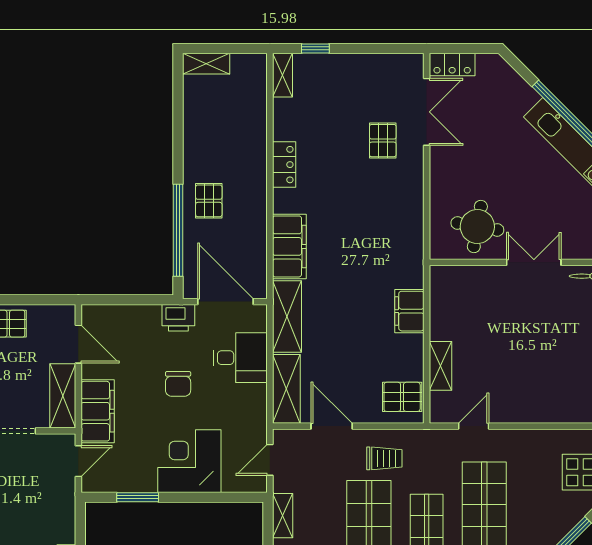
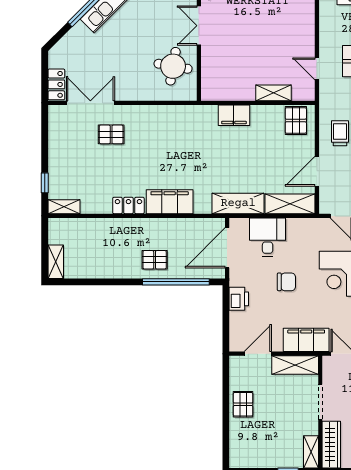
filing cabinet: (289, 246) -> (170, 202), moved
printer: (178, 318) -> (239, 299), moved

